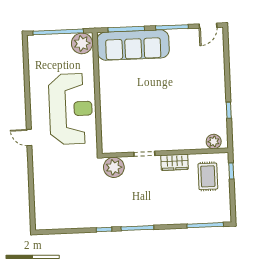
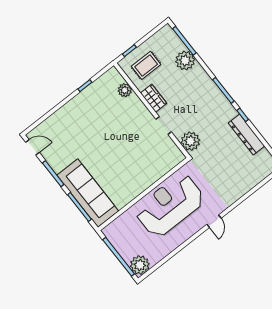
plant: (82, 43) -> (140, 265), moved
plant: (214, 142) -> (125, 90), moved
plant: (187, 213) -> (185, 61), added
dresser: (84, 220) -> (246, 134), added

